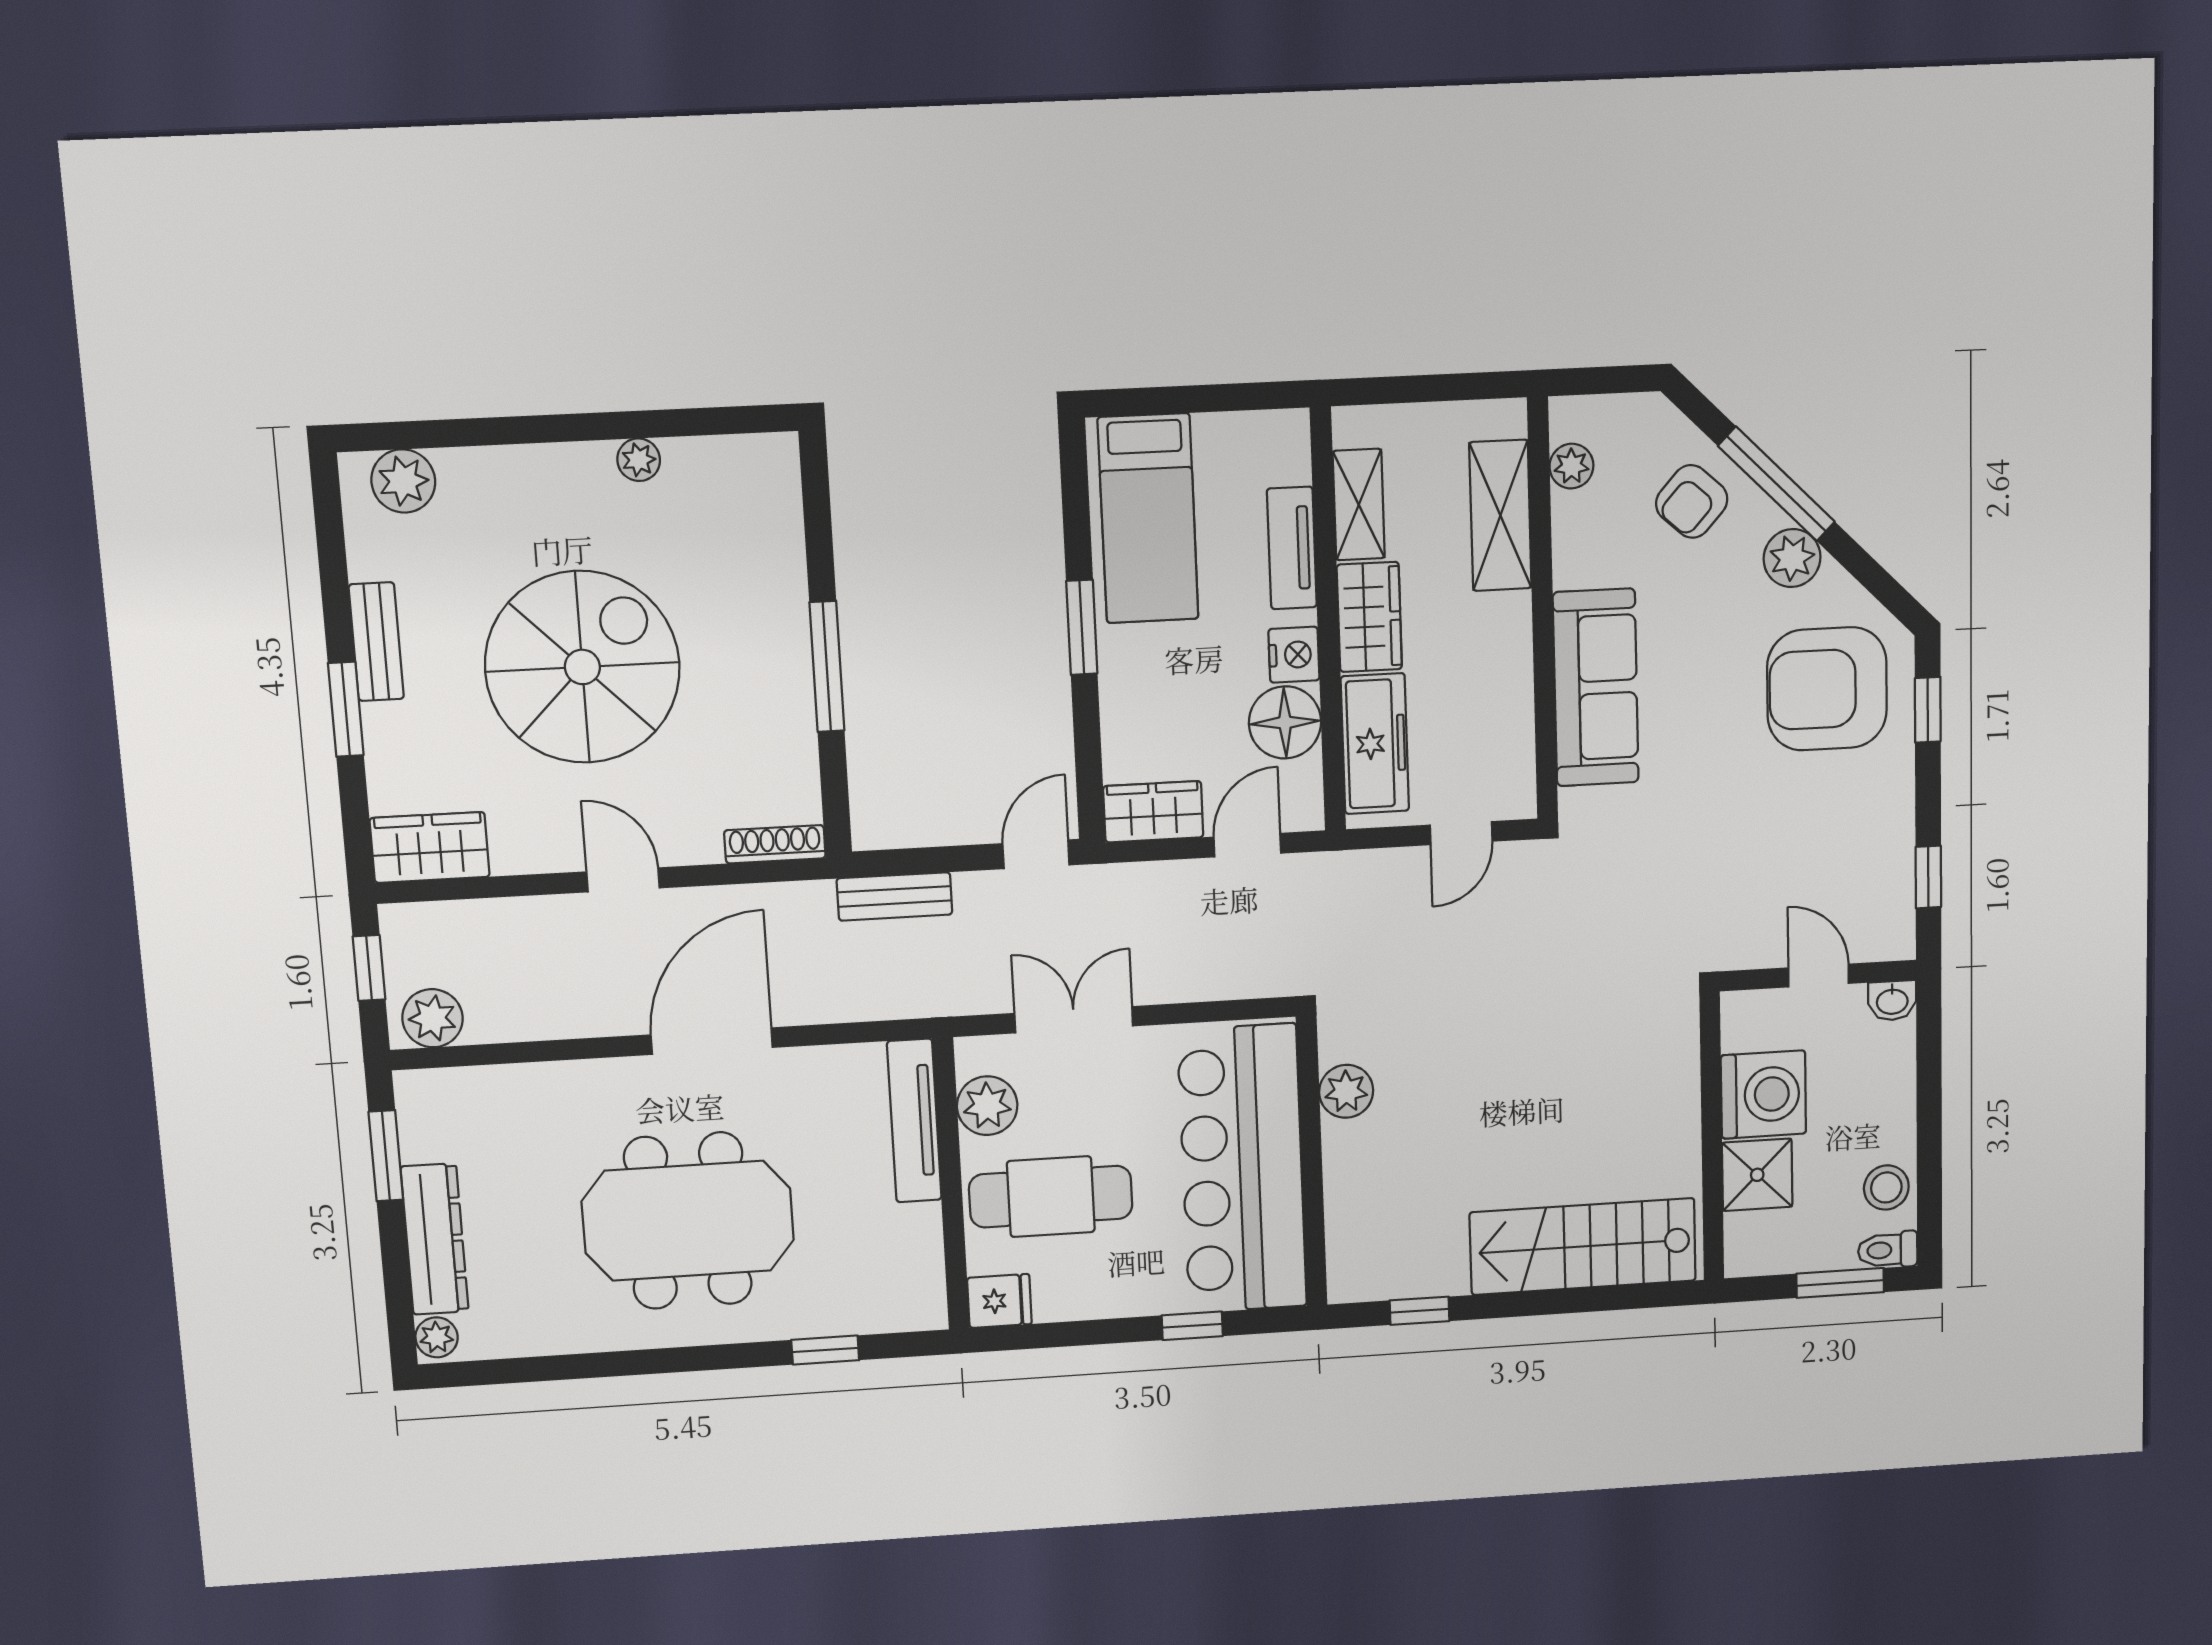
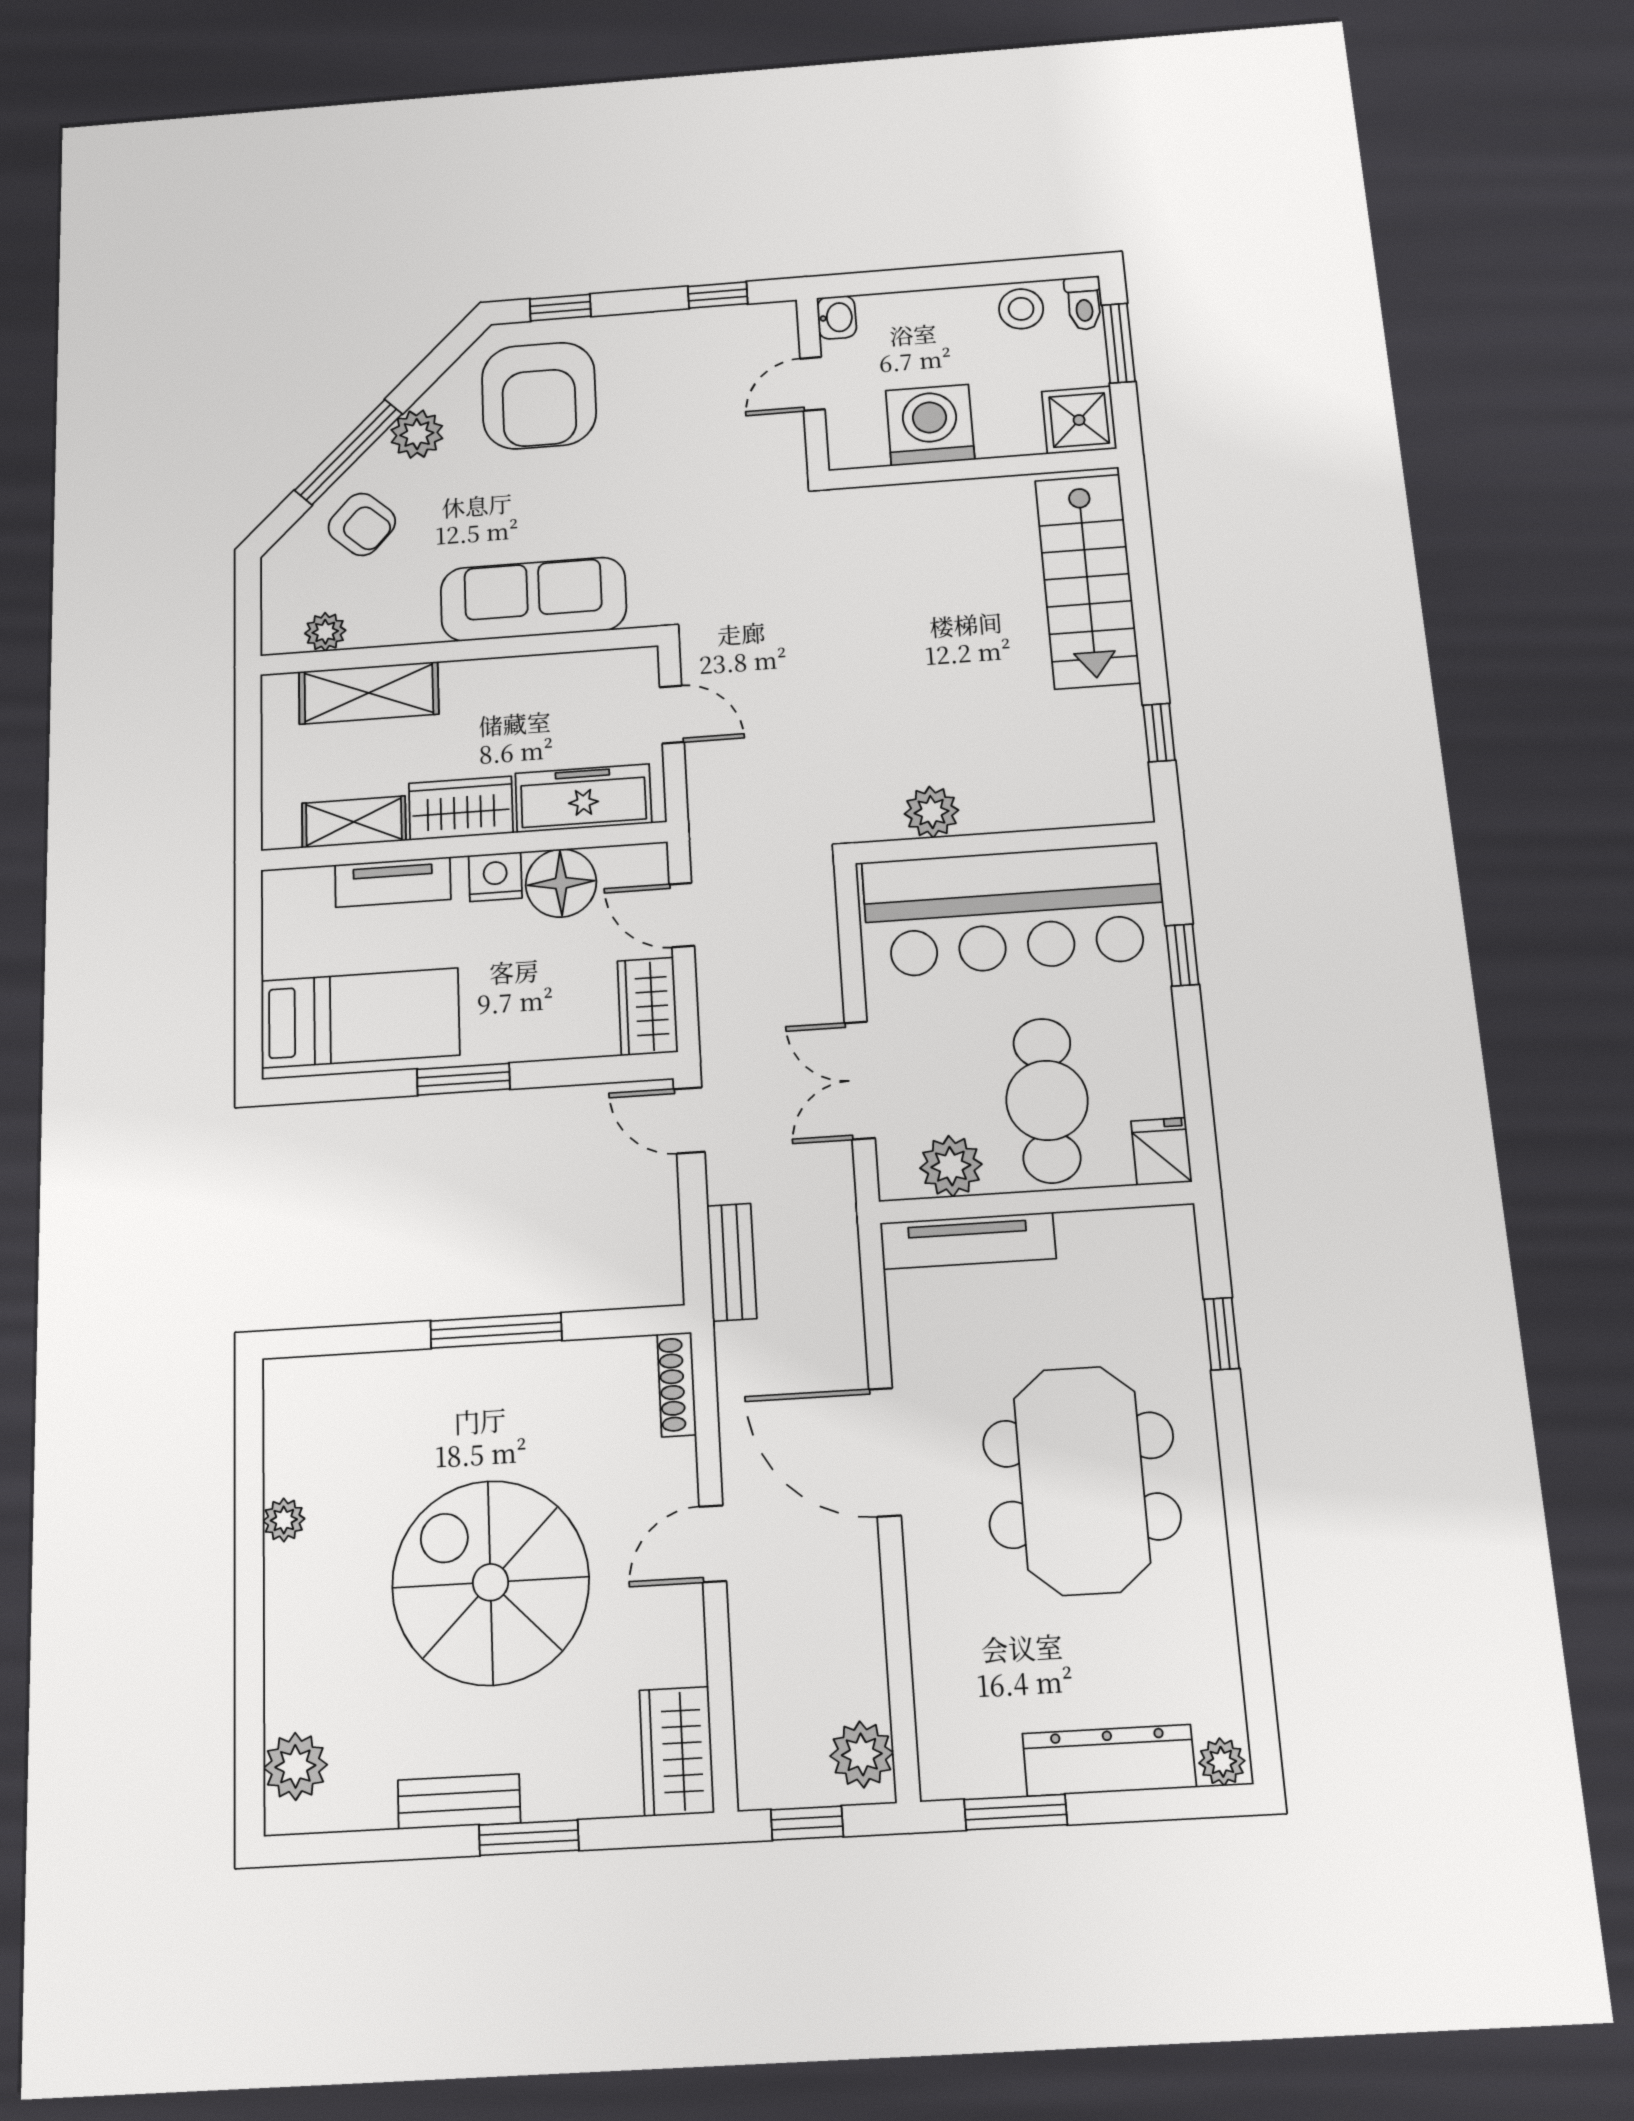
shower: (1757, 1175) -> (1079, 420), moved

